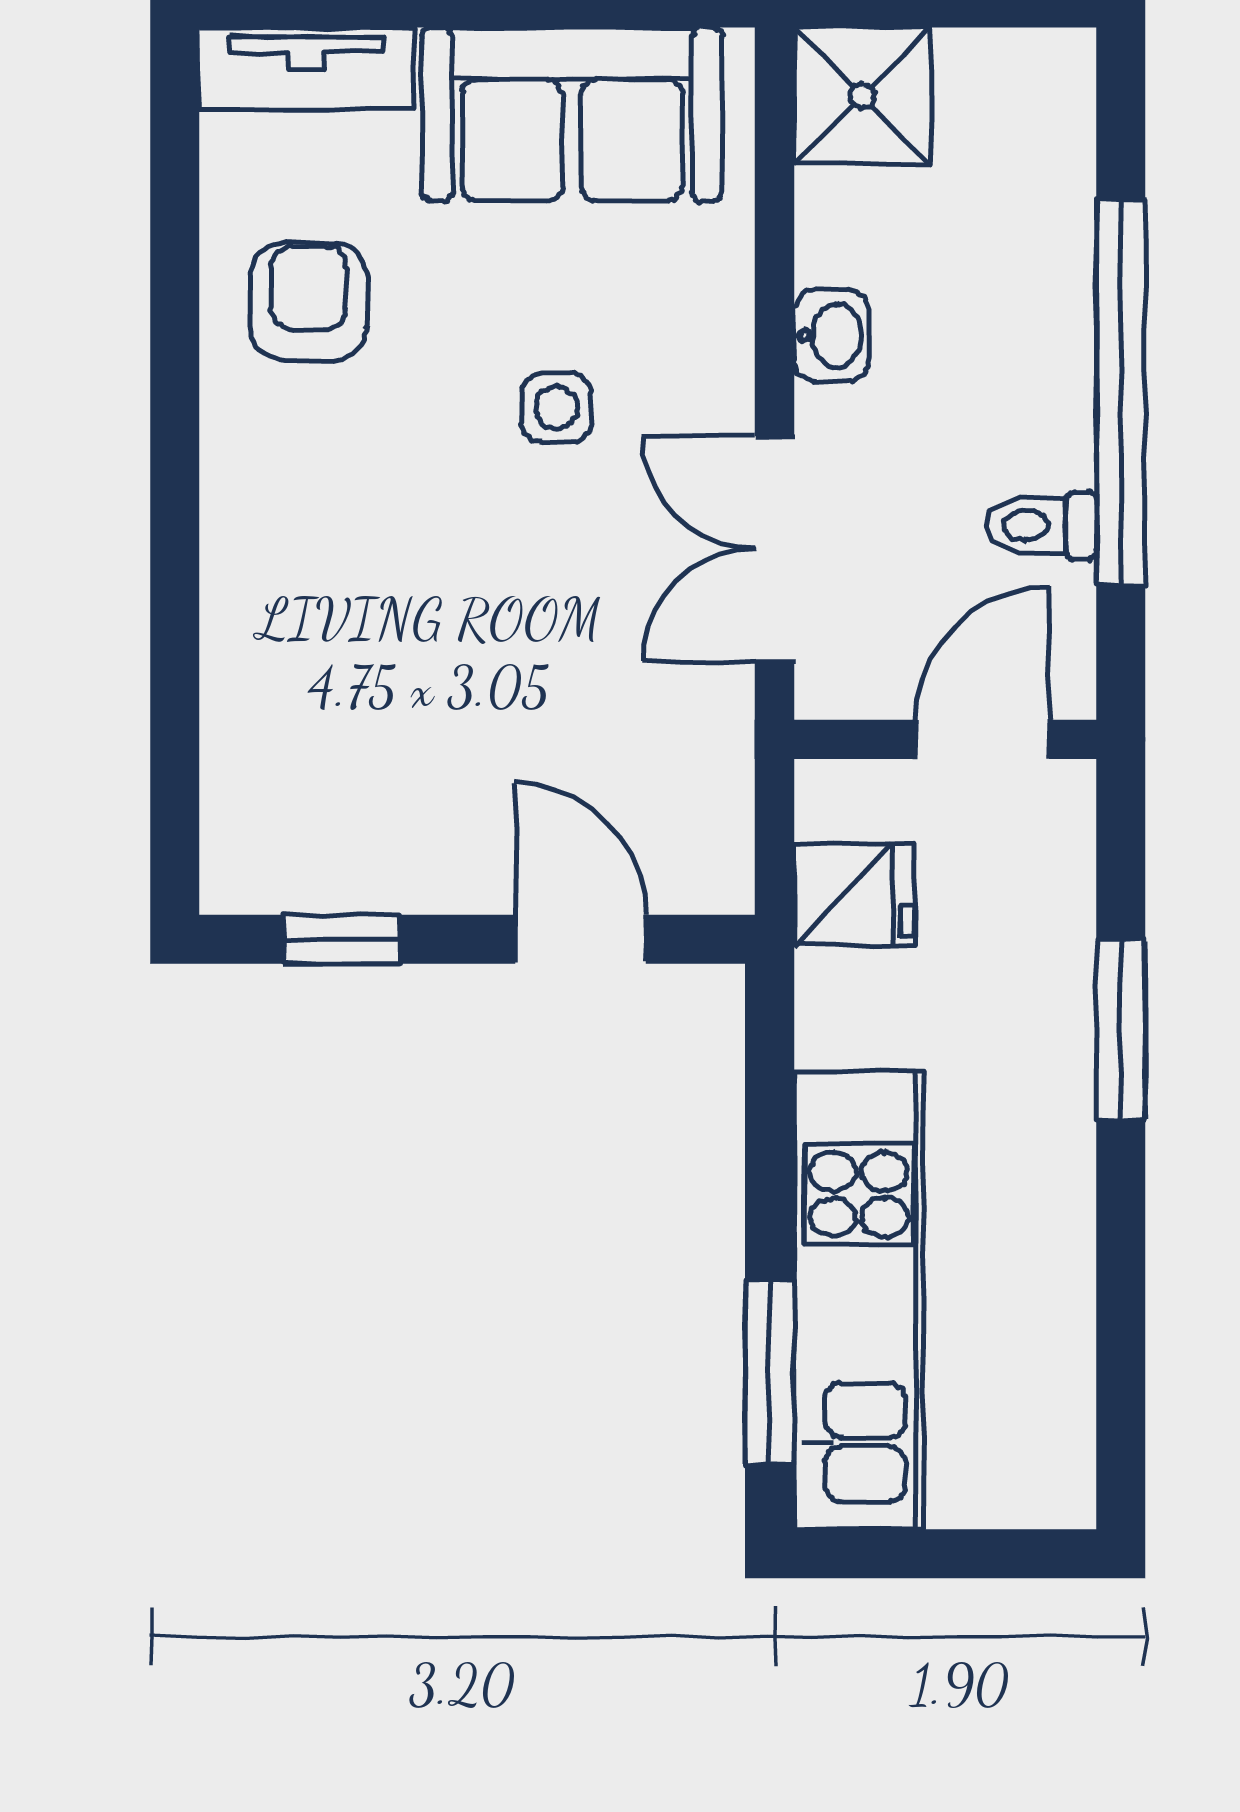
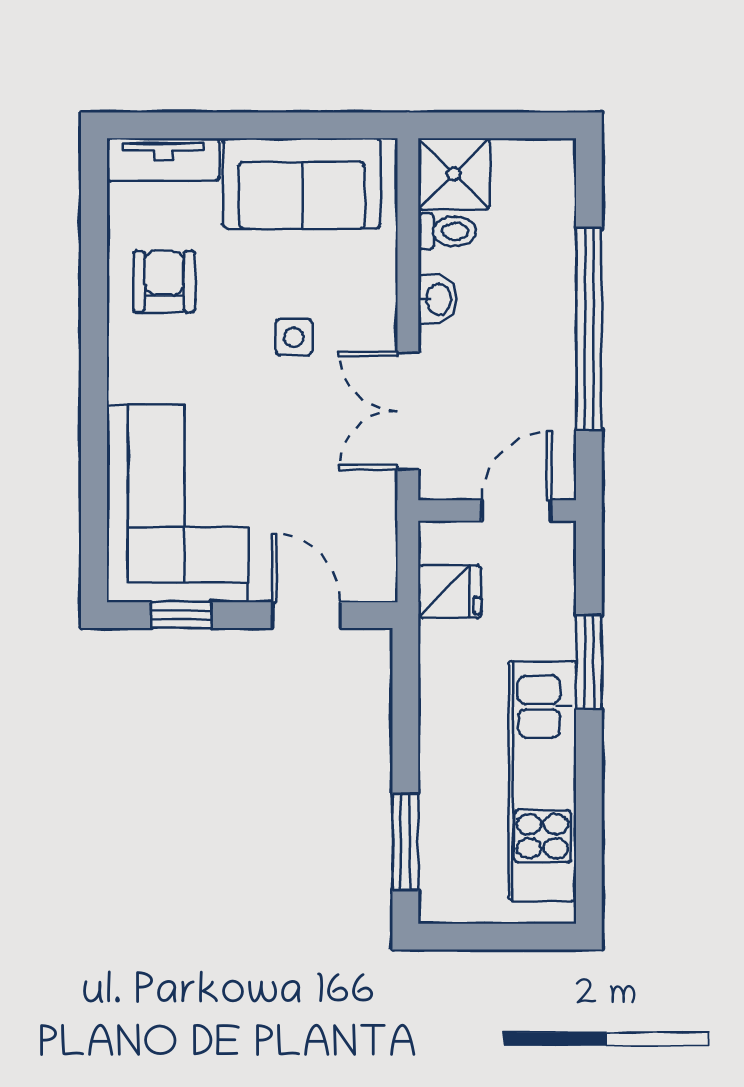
toilet: (1041, 525) -> (447, 231), moved, turned 180
corner sofa: (334, 726) -> (177, 504), added
kitchen unit: (859, 1300) -> (542, 781), moved, turned 180

